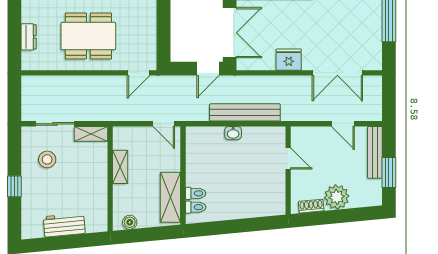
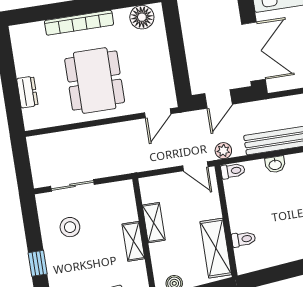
dining table: (88, 36) -> (95, 81), turned 90
door: (208, 69) -> (218, 99), moved
plant: (190, 114) -> (223, 151), added
shelving: (91, 134) -> (133, 241), moved, turned 90
toilet: (196, 207) -> (233, 171), moved

